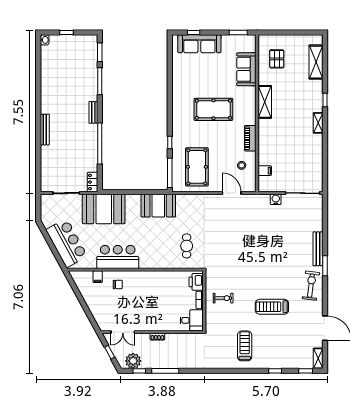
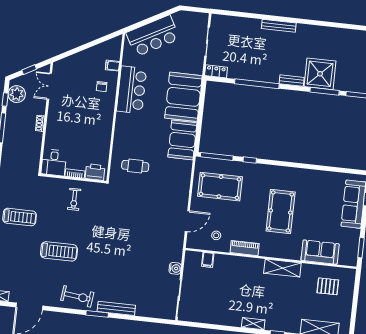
shower: (84, 87) -> (320, 74), added
booth: (104, 209) -> (183, 97), moved
treadmill: (272, 307) -> (59, 251), turned 90

